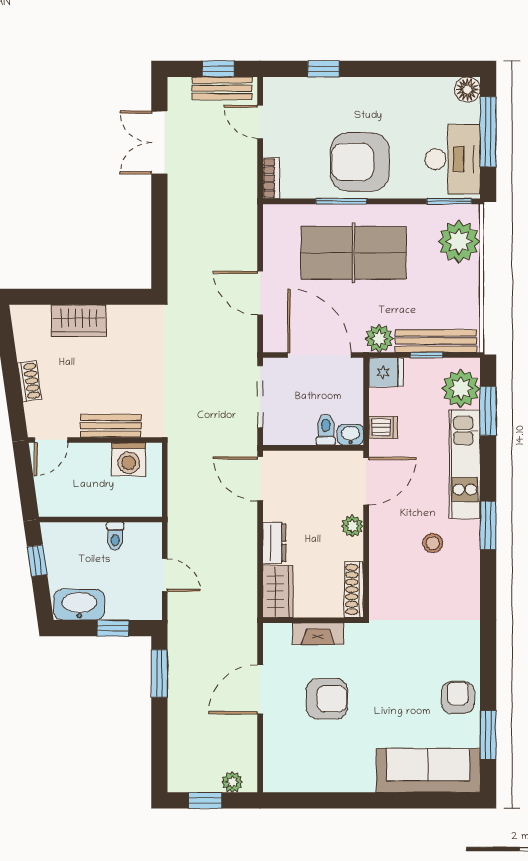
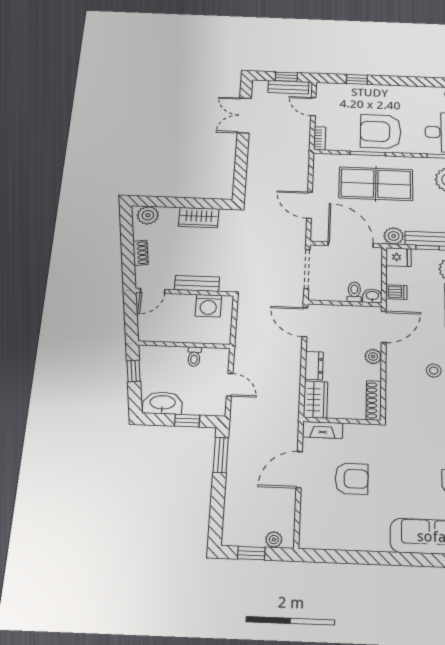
plant: (34, 320) -> (148, 215), added
wardrobe: (79, 321) -> (199, 218), moved
fireplace: (318, 634) -> (323, 430), moved

